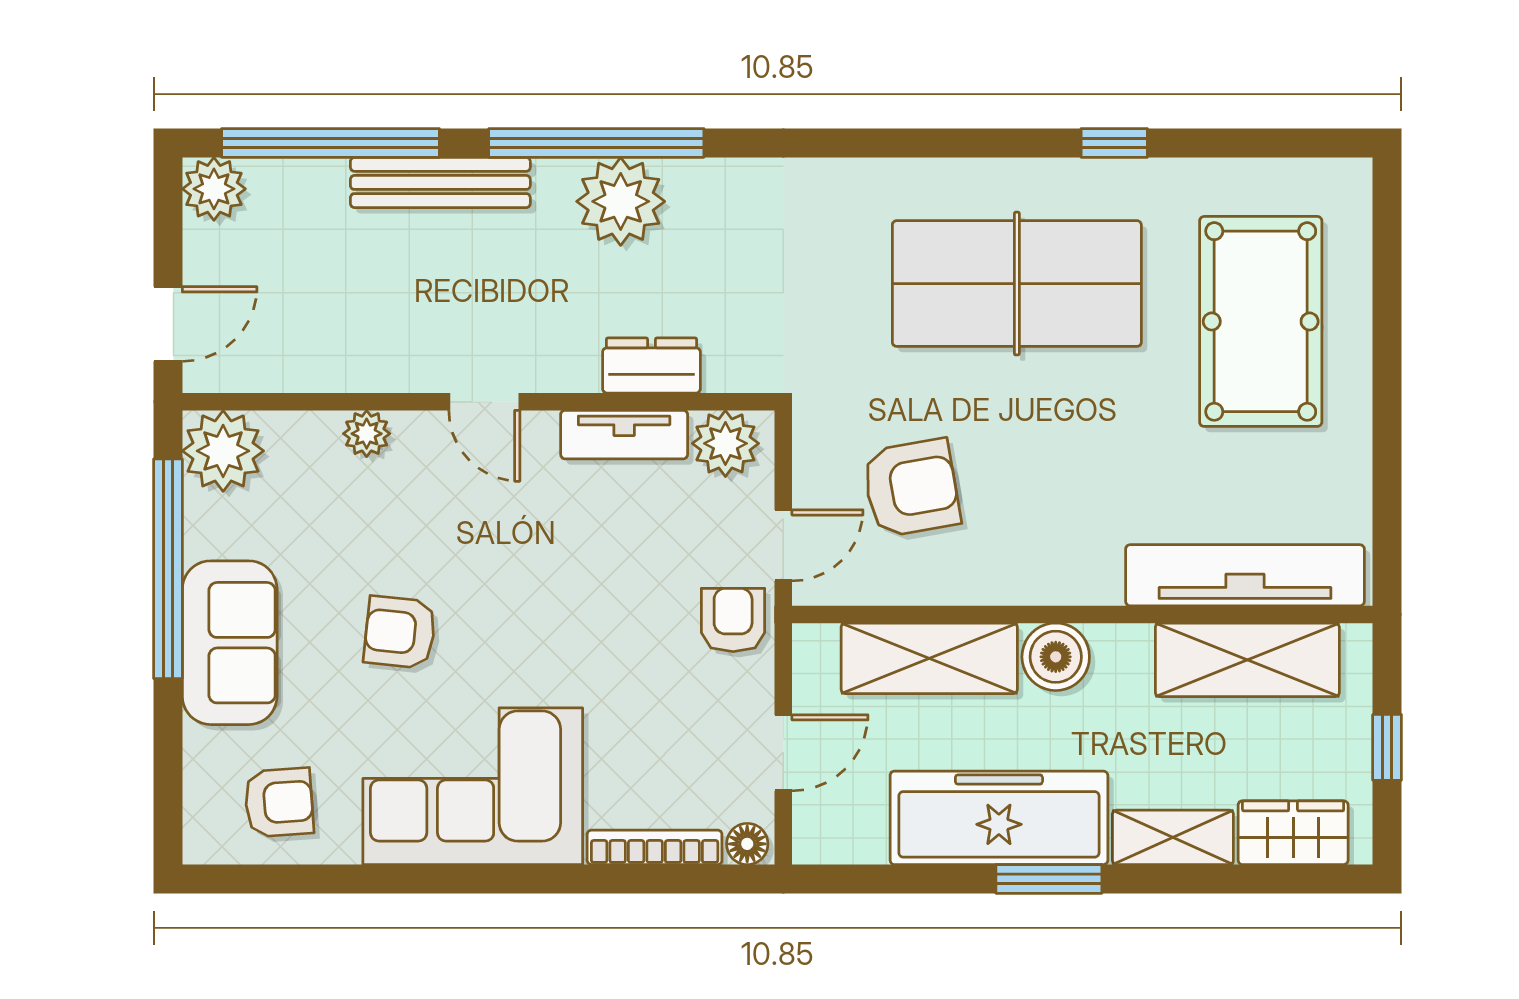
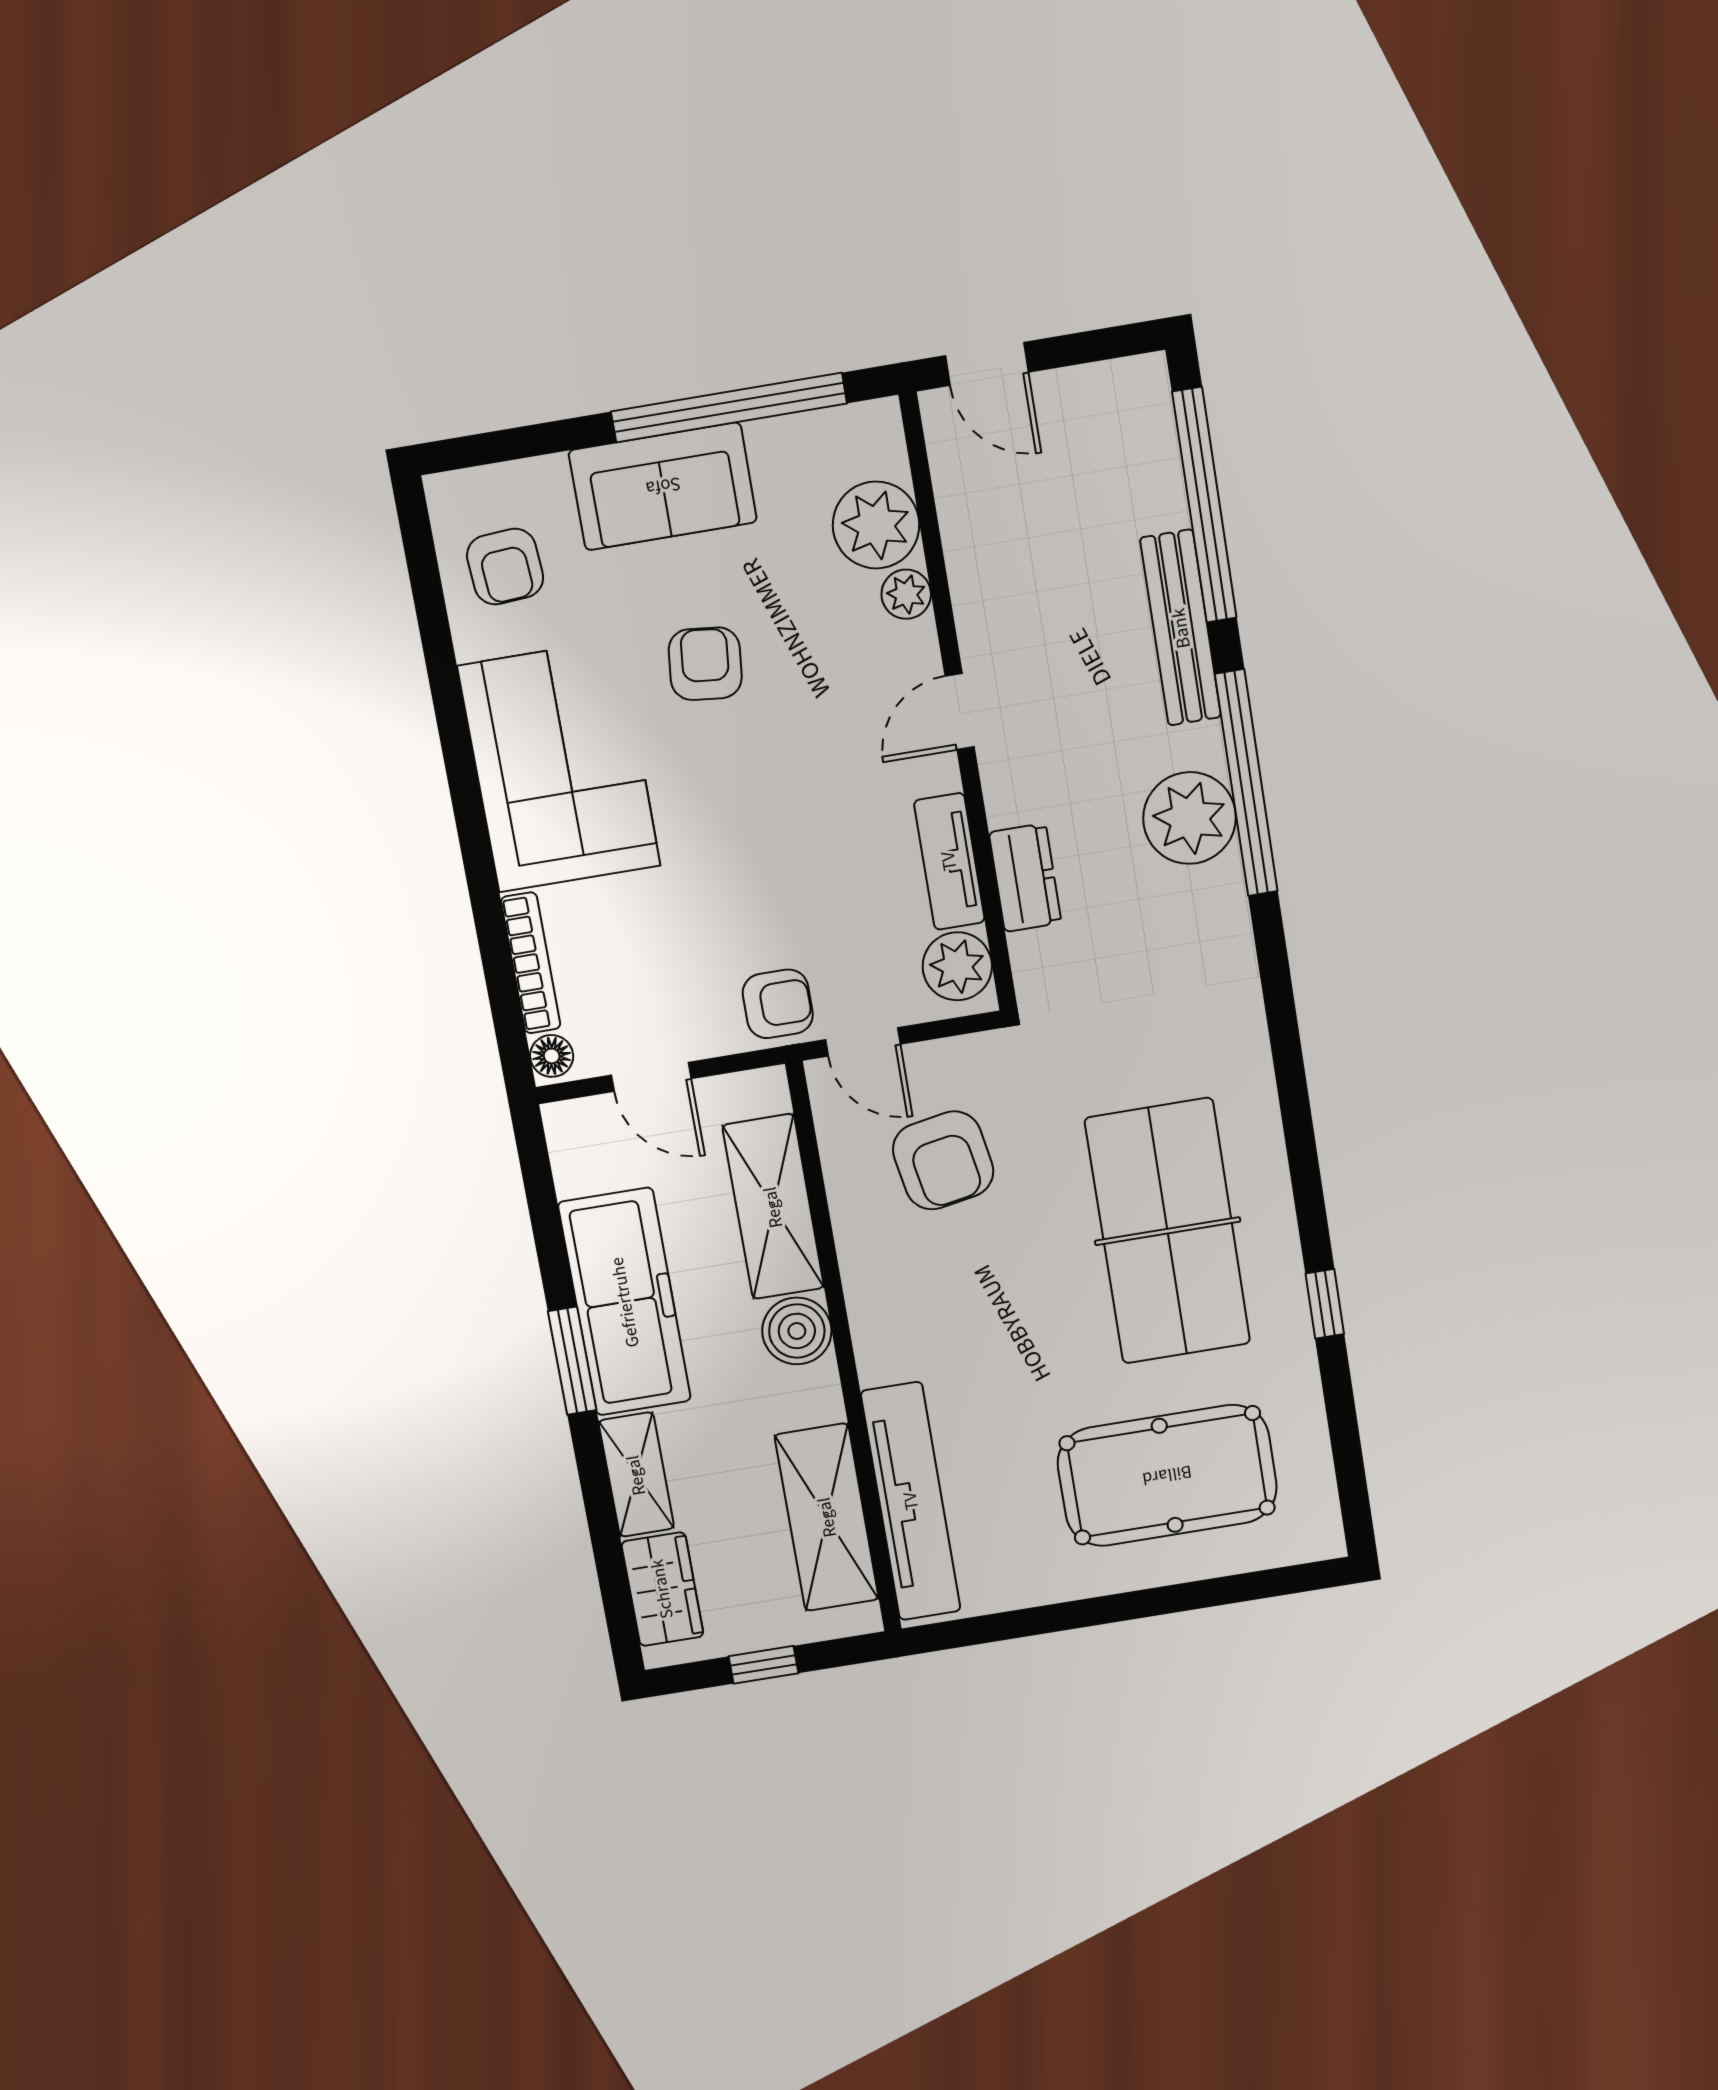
plant: (214, 189) -> (1137, 389), removed
plant: (223, 451) -> (876, 525), moved

